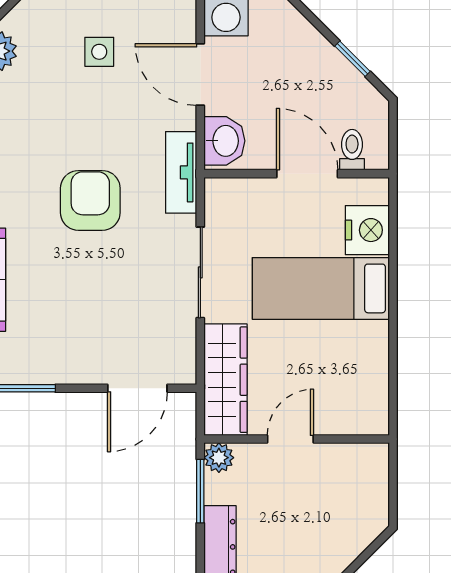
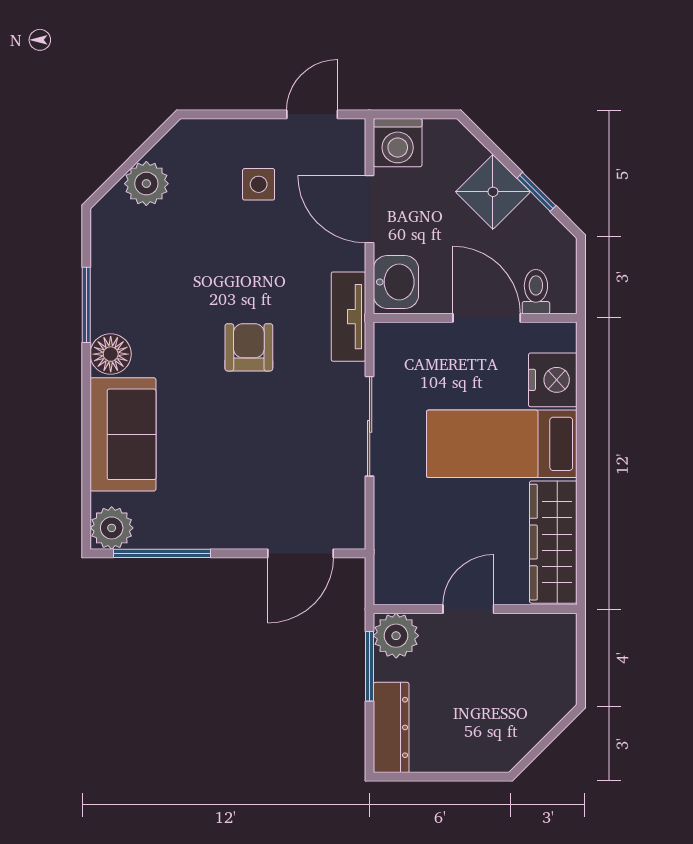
shower: (313, 59) -> (493, 192), added
armchair: (90, 200) -> (249, 347), width x0.72, depth x0.72
wardrobe: (226, 380) -> (553, 542), moved, turned 180
plant: (219, 458) -> (396, 636), width x1.38, depth x1.38

